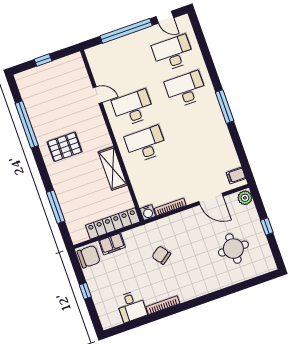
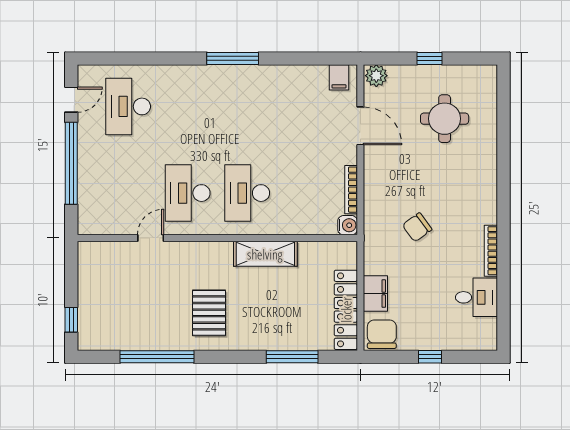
window: (43, 60) -> (71, 320), moved
desk: (186, 89) -> (188, 106), removed
door: (211, 199) -> (360, 126), hinge flipped
locker: (113, 223) -> (346, 310), moved

